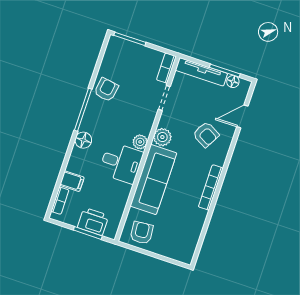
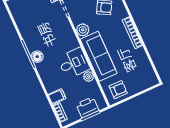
armchair: (106, 90) -> (31, 32), removed
floor lamp: (83, 140) -> (37, 57), moved
plant: (140, 142) -> (89, 76), moved
armchair: (142, 233) -> (118, 90), turned 96

